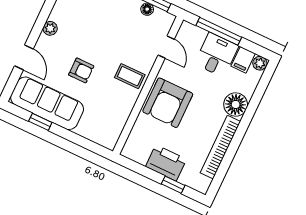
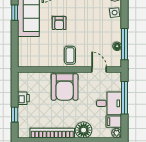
door: (166, 47) -> (99, 69), swing flipped
armchair: (168, 103) -> (65, 87), turned -90
printer: (166, 163) -> (23, 98), width x0.53, depth x0.68

